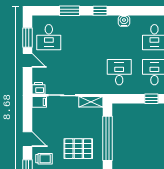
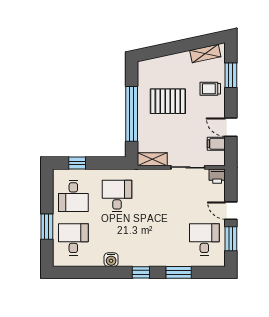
desk: (119, 72) -> (117, 196), turned 180
filing cabinet: (39, 102) -> (216, 144), moved
door: (27, 139) -> (231, 127), moved

